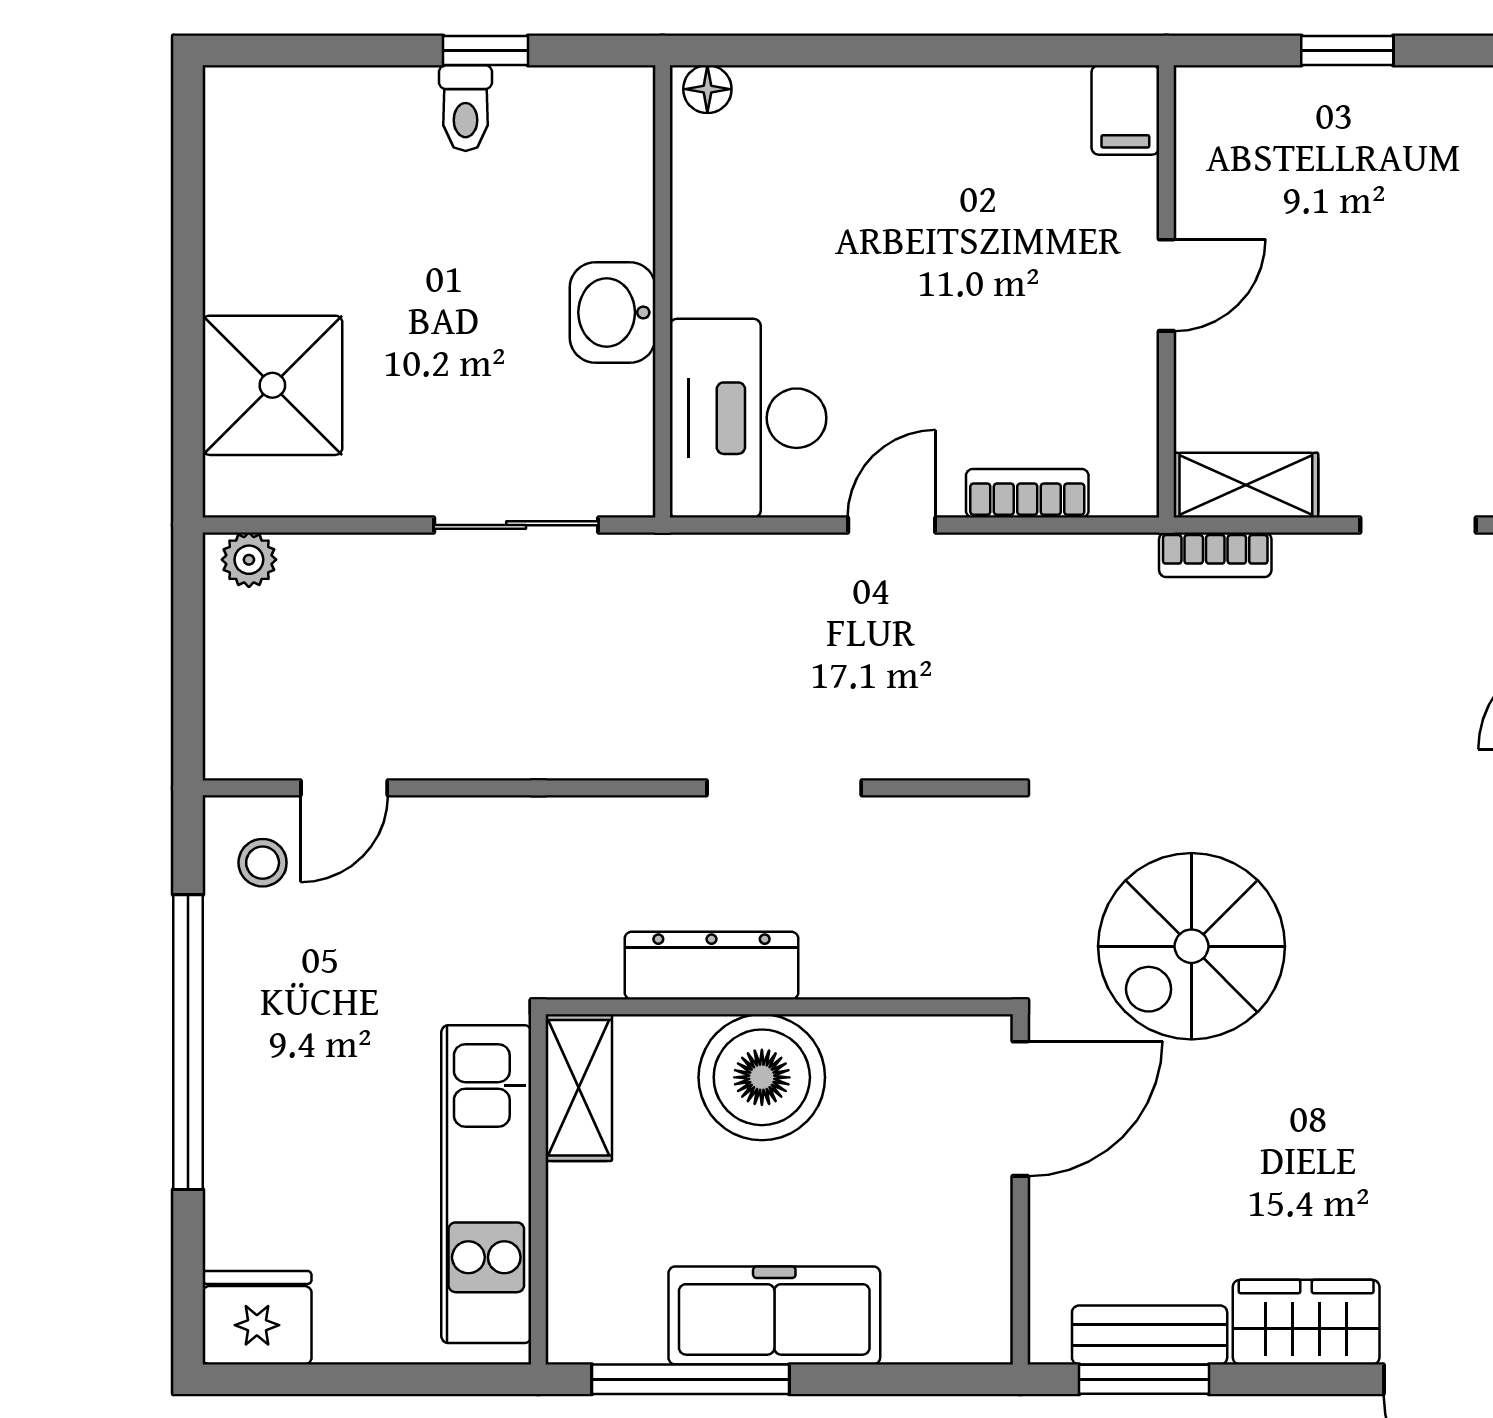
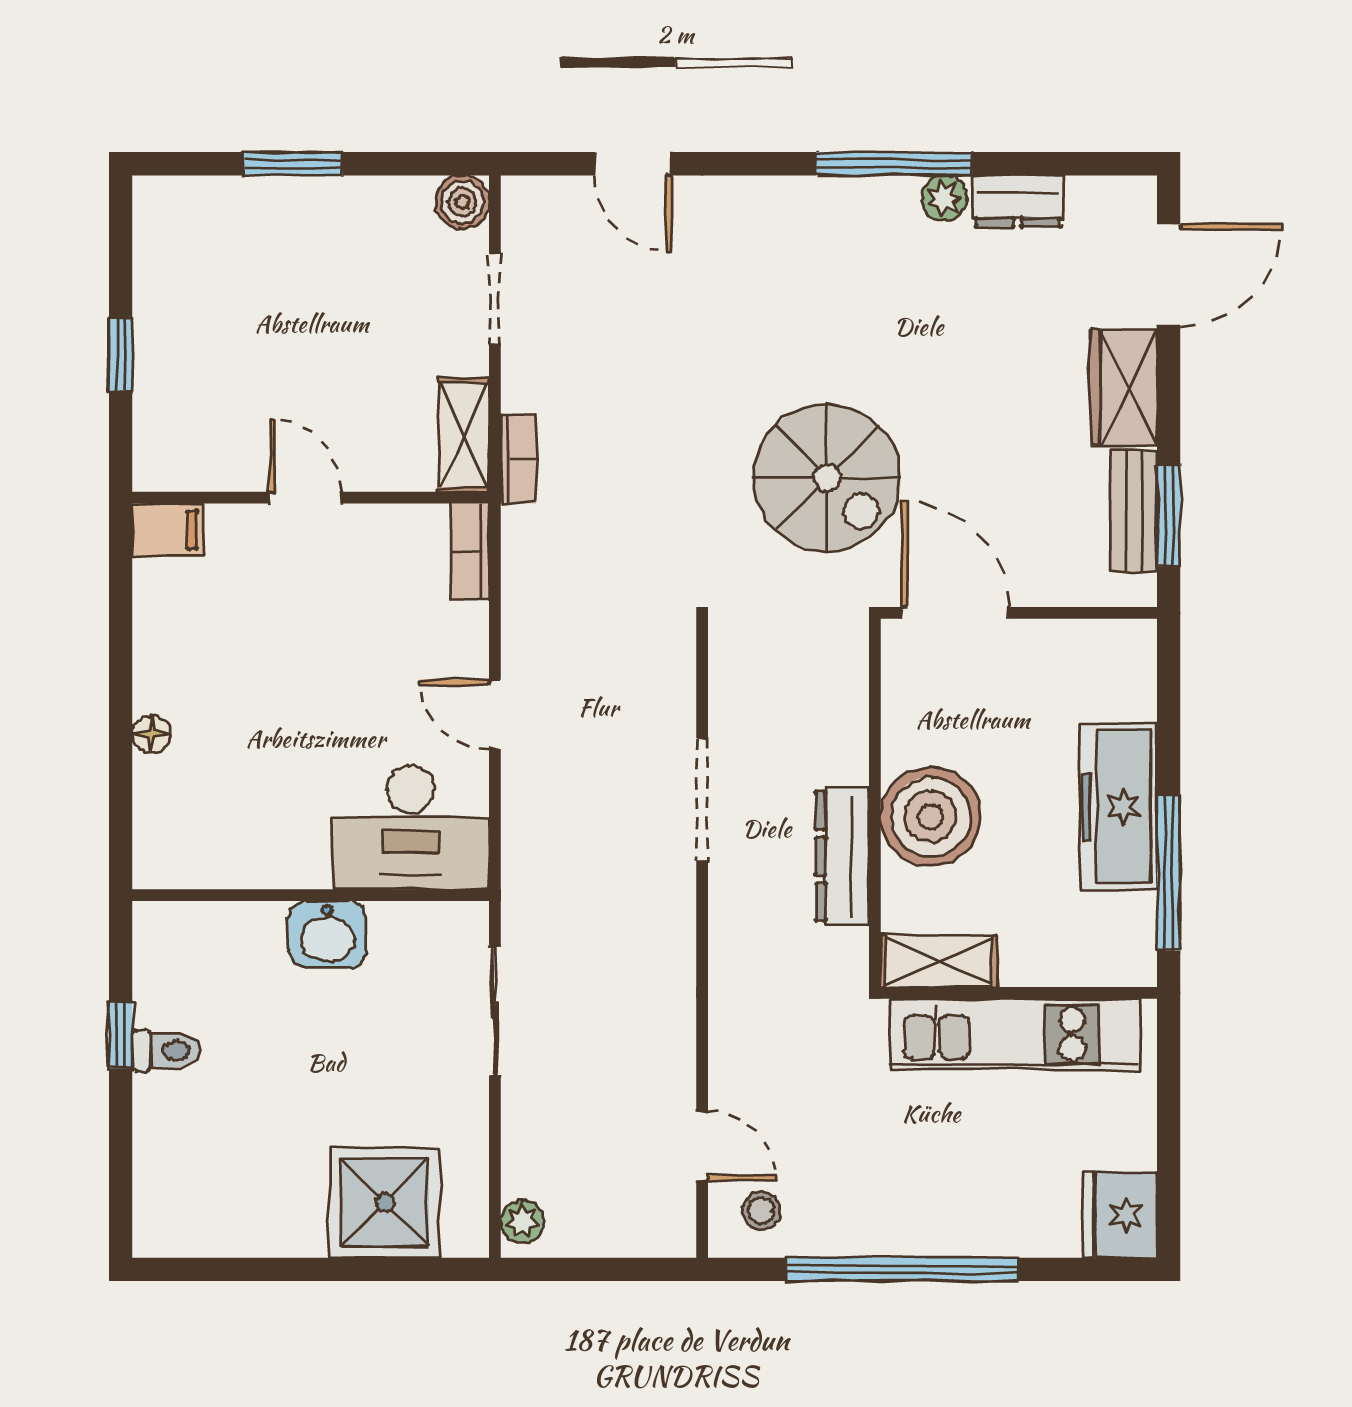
floor lamp: (707, 89) -> (151, 734), moved
bookcase: (1027, 493) -> (470, 552), moved

